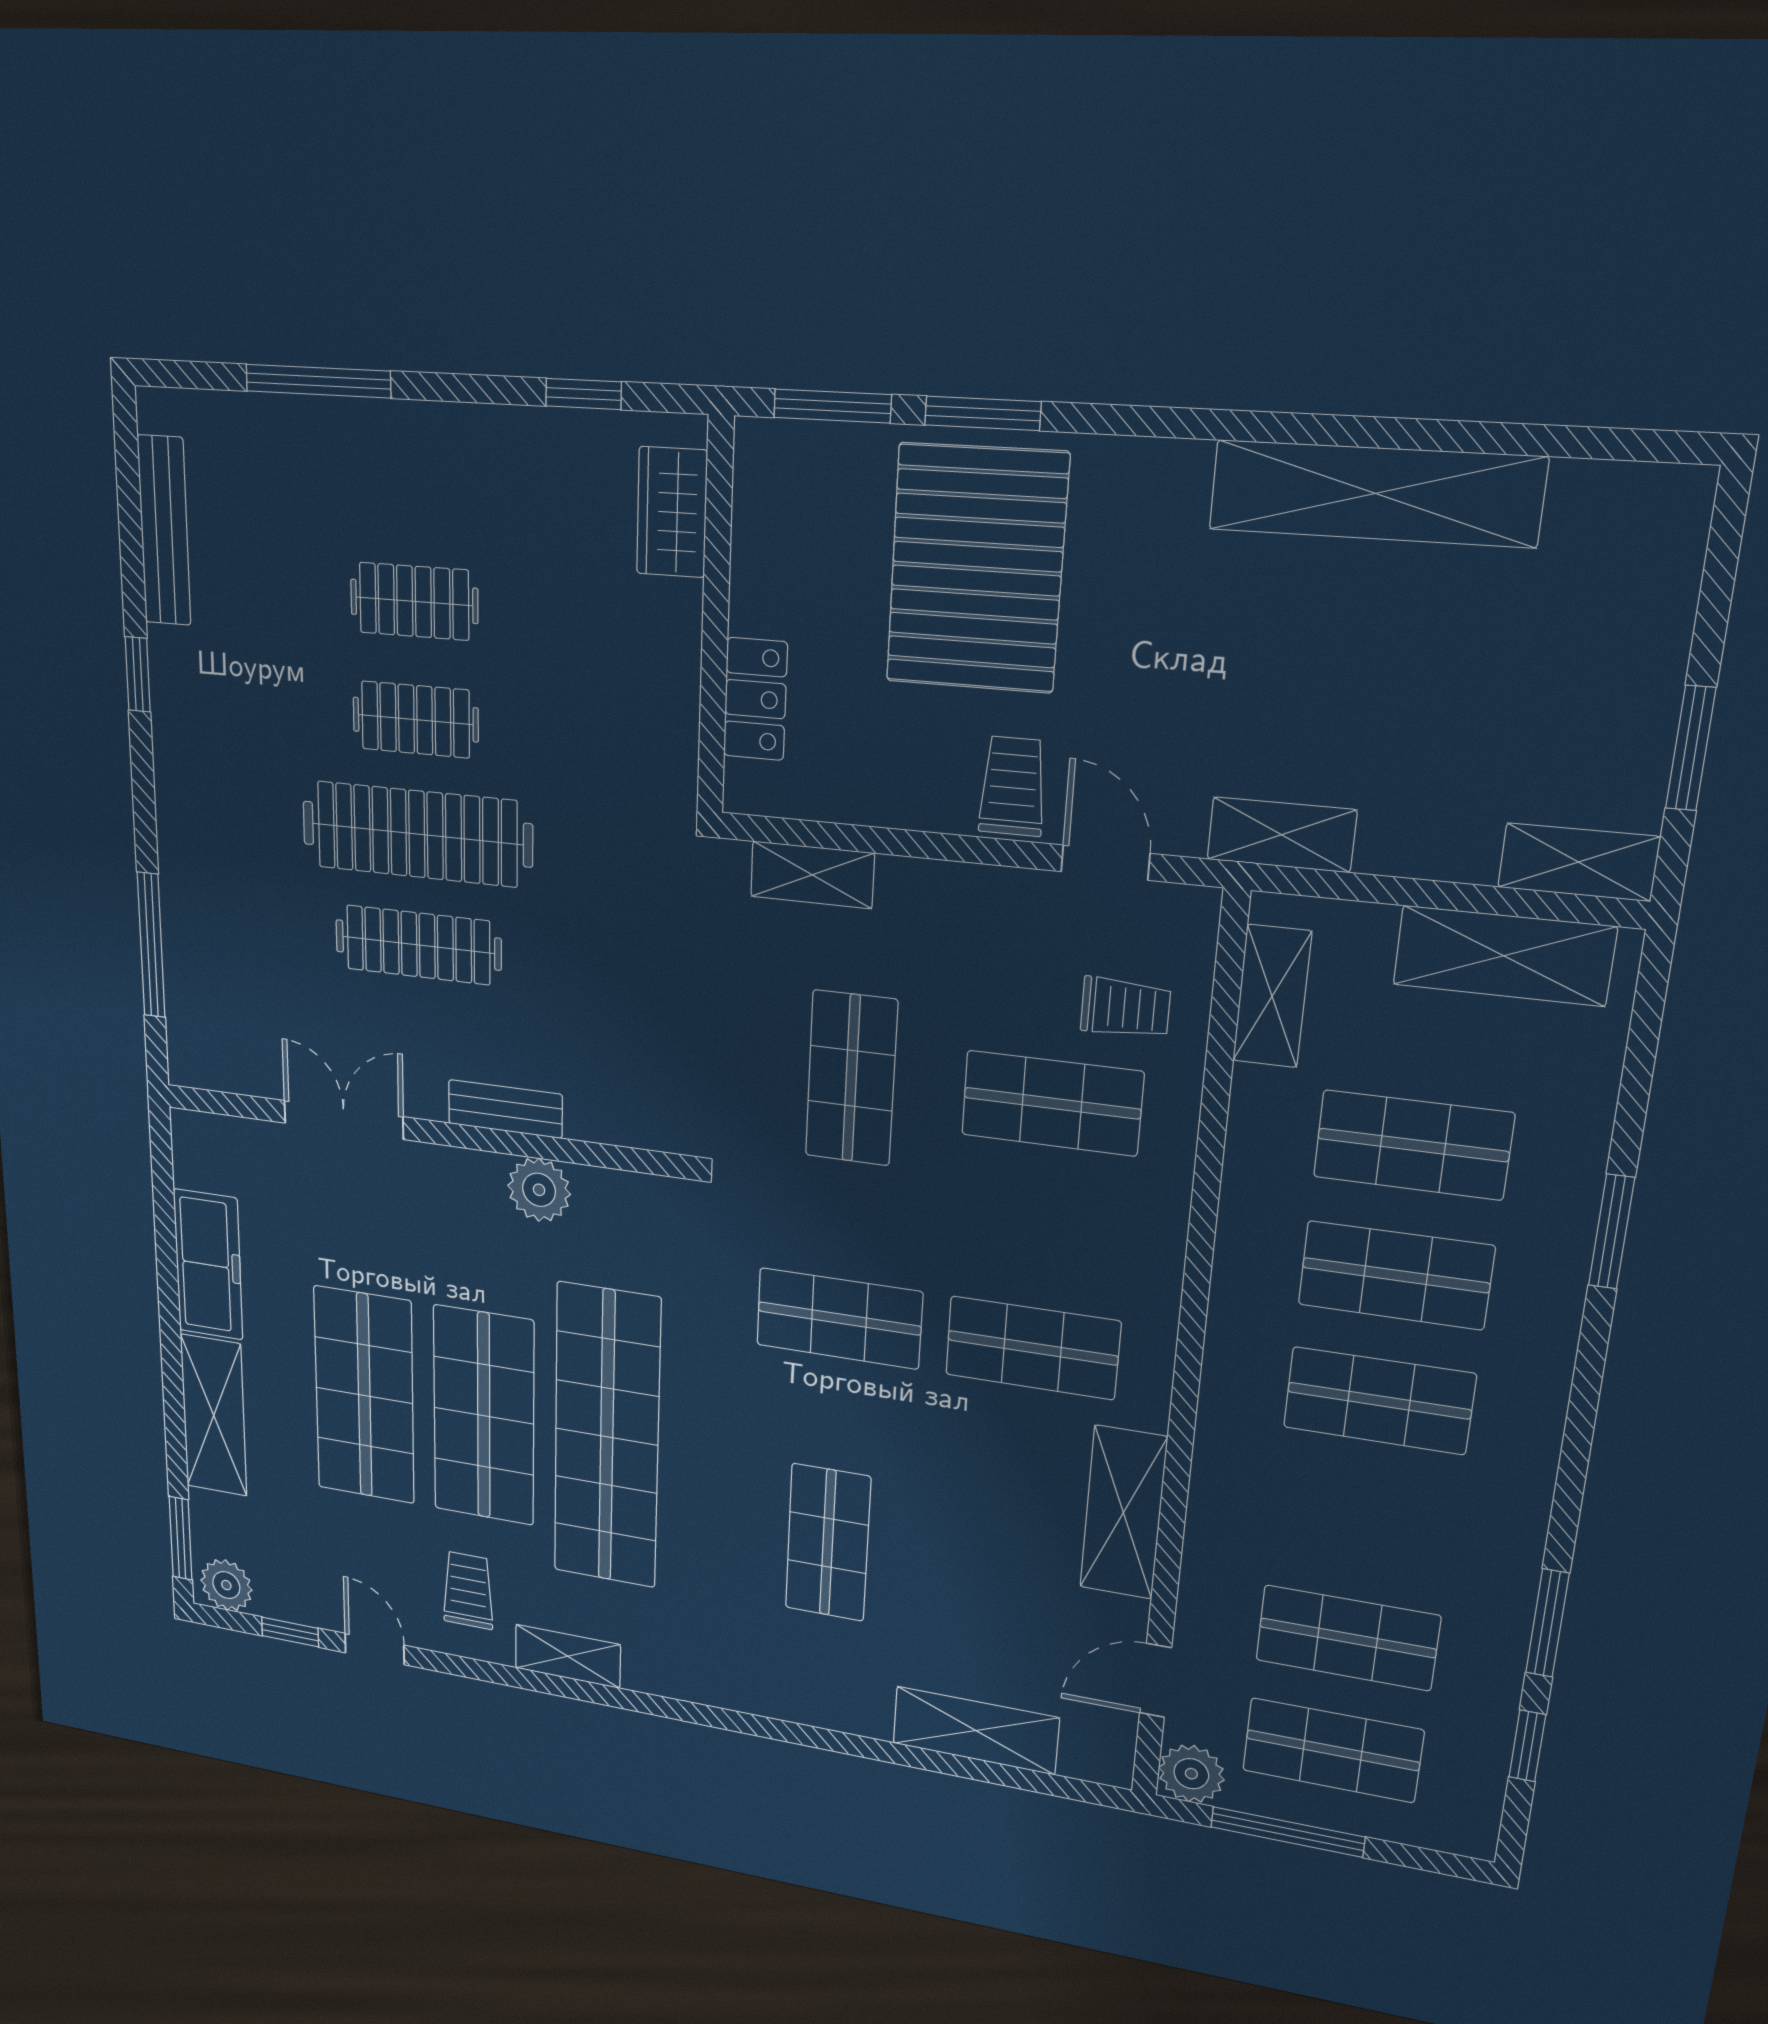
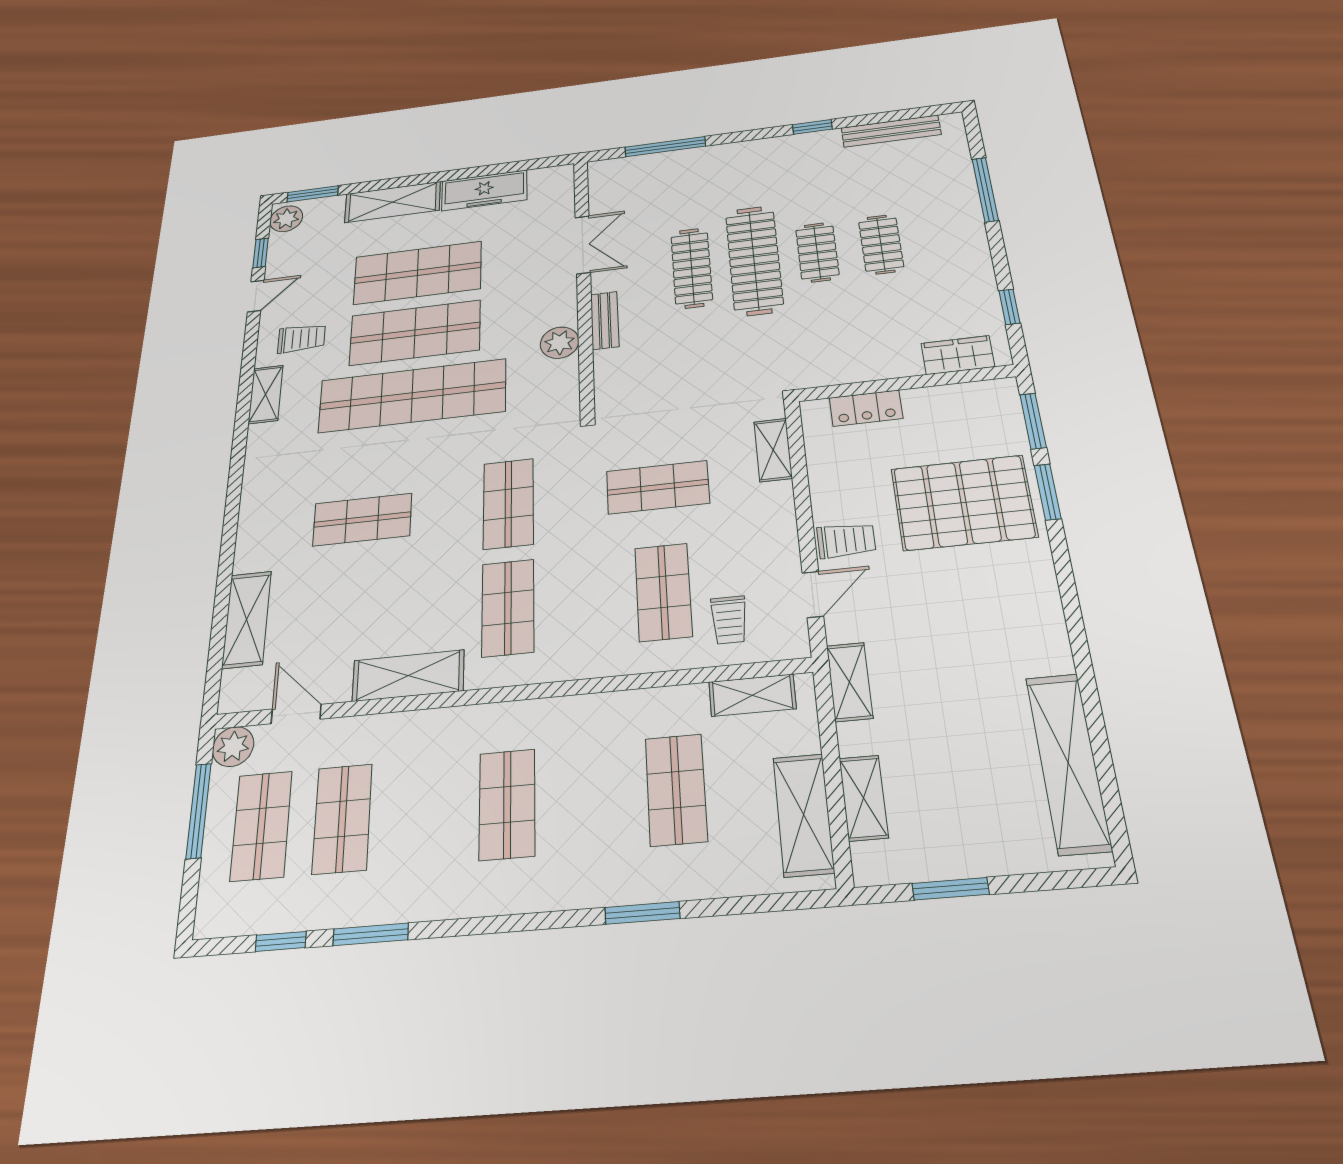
shelving: (1376, 493) -> (1068, 762), moved
shelving: (1578, 862) -> (864, 798), moved
shop shelf: (1396, 1275) -> (591, 797), removed

